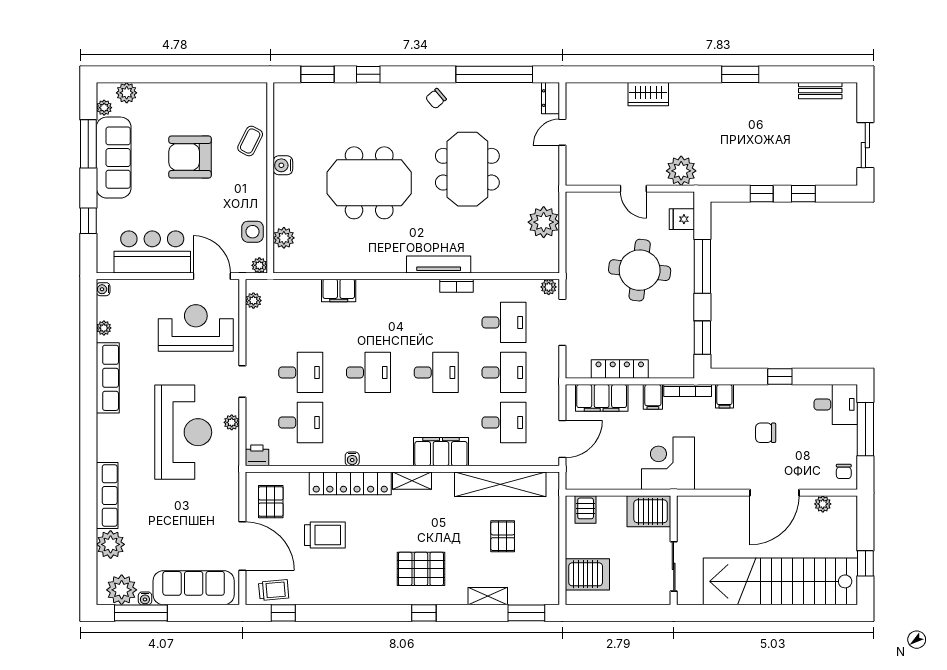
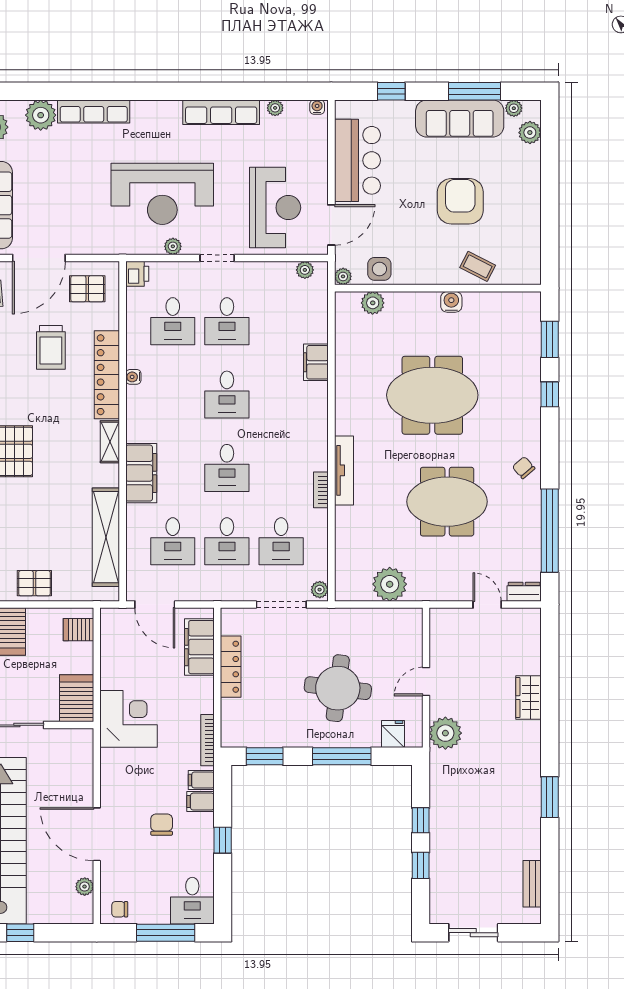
meeting table: (369, 183) -> (432, 395), turned 90
filing cabinet: (653, 397) -> (200, 802), moved
pallet: (503, 536) -> (34, 583), moved

